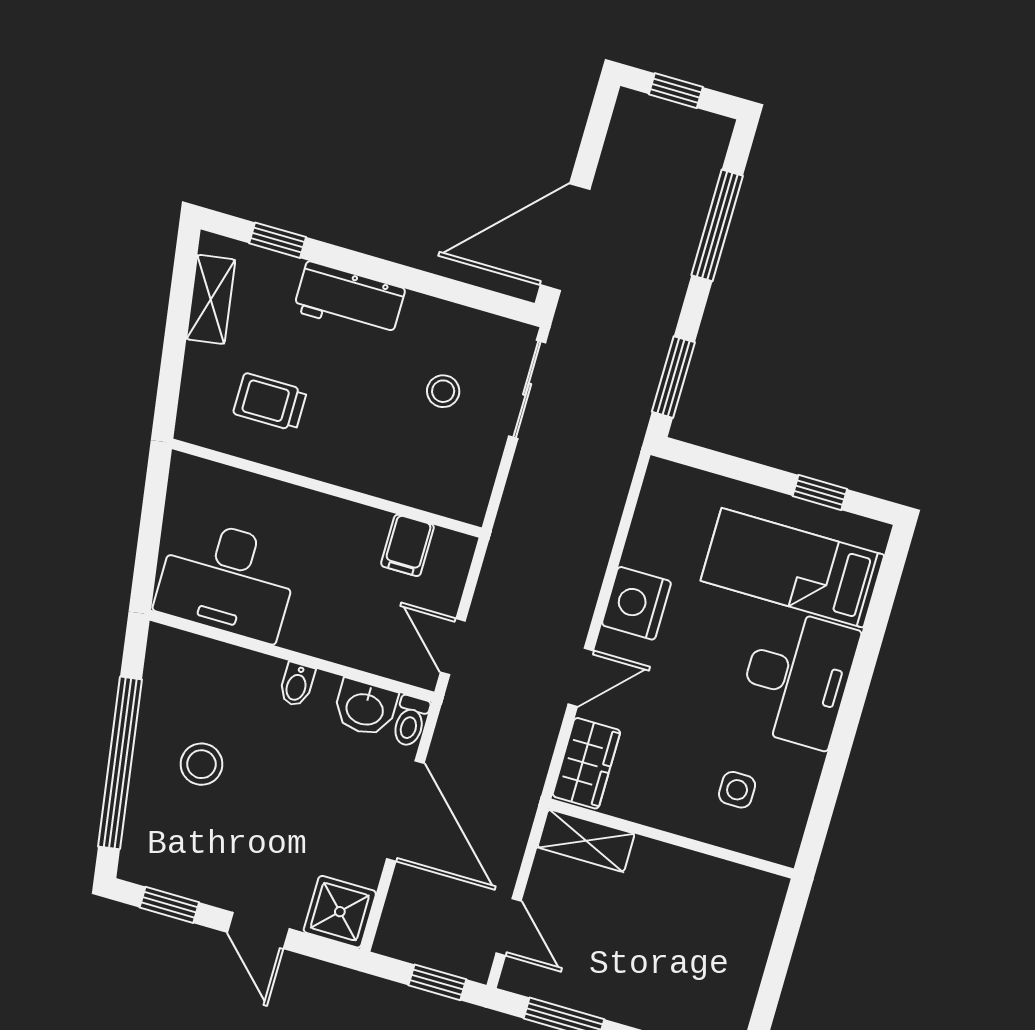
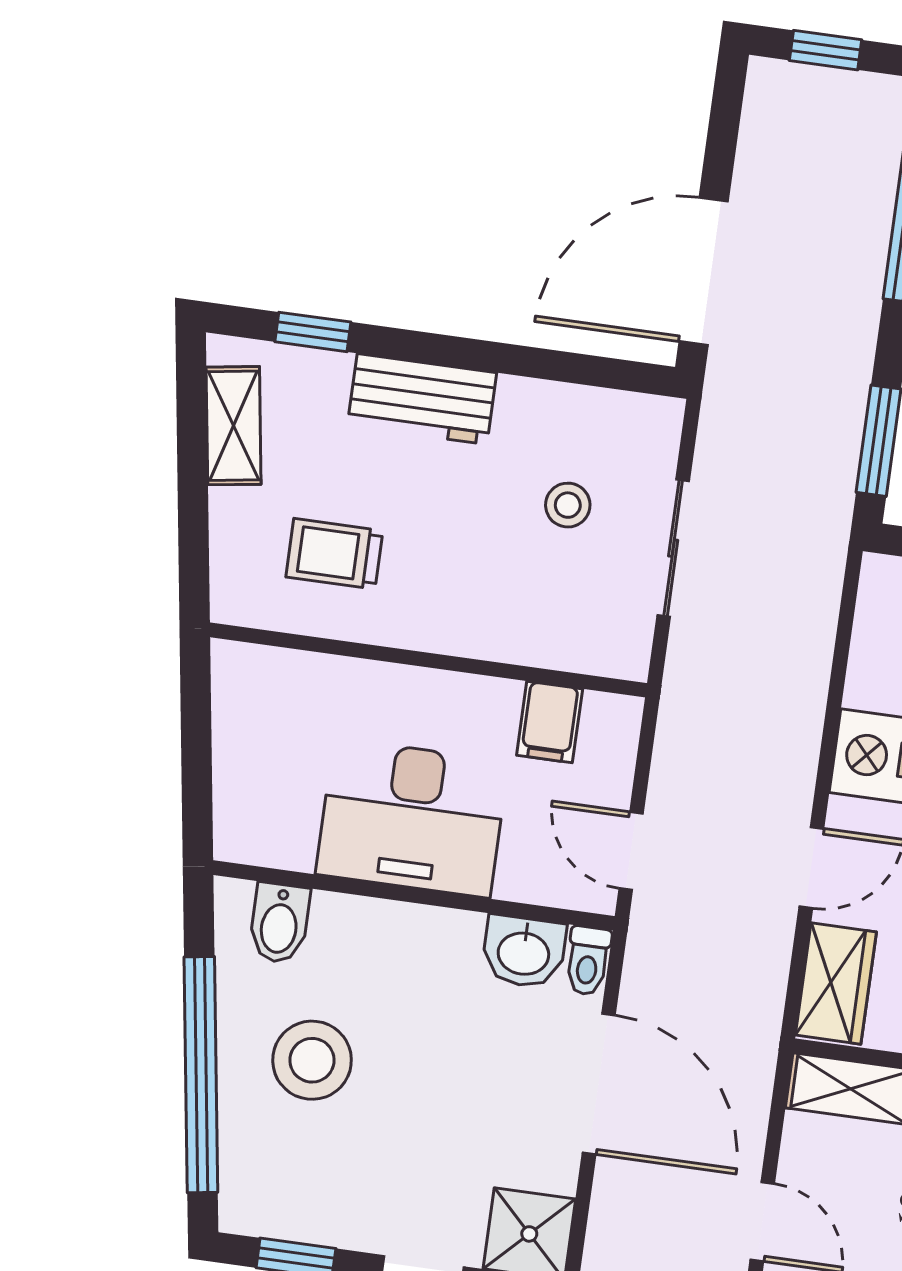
sliding door: (527, 389) -> (673, 548), moved
desk: (227, 580) -> (412, 818), moved
bidet: (297, 685) -> (279, 923), moved, width x1.38, depth x1.36
stool: (201, 764) -> (312, 1060), width x1.38, depth x1.38

